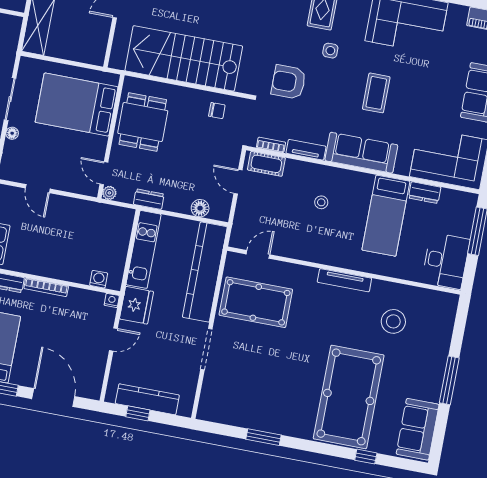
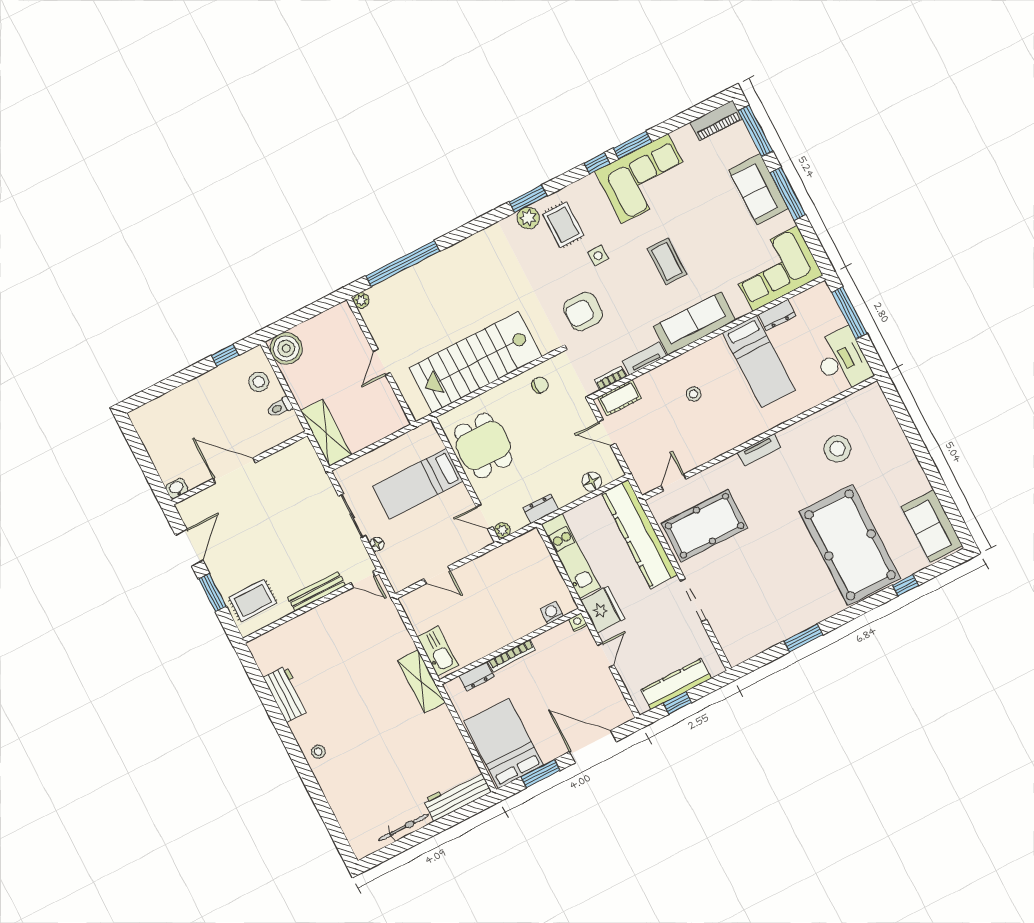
bed: (77, 105) -> (418, 484), width x0.67
tv unit: (344, 280) -> (759, 450), width x0.71
window: (449, 380) -> (926, 462), removed

